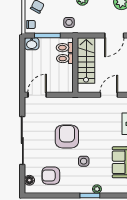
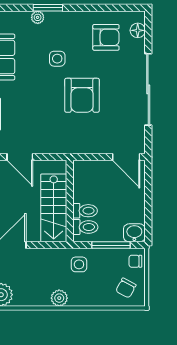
door: (37, 95) -> (126, 157), hinge flipped
door: (109, 95) -> (20, 157), hinge flipped

